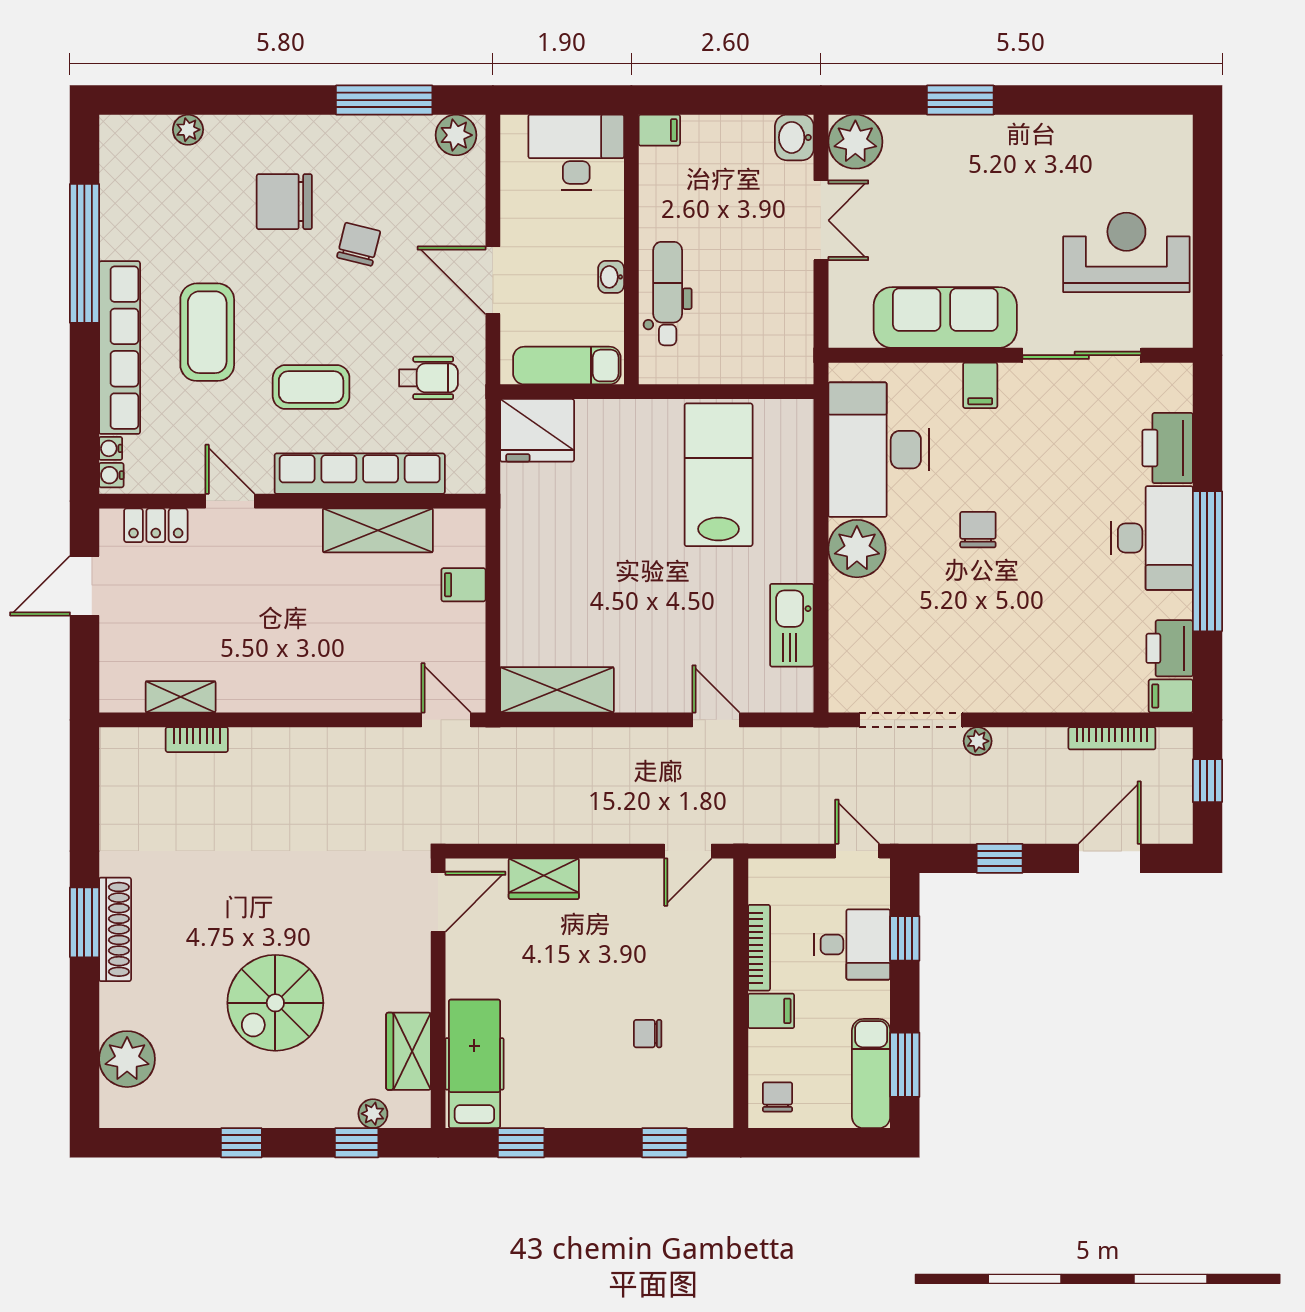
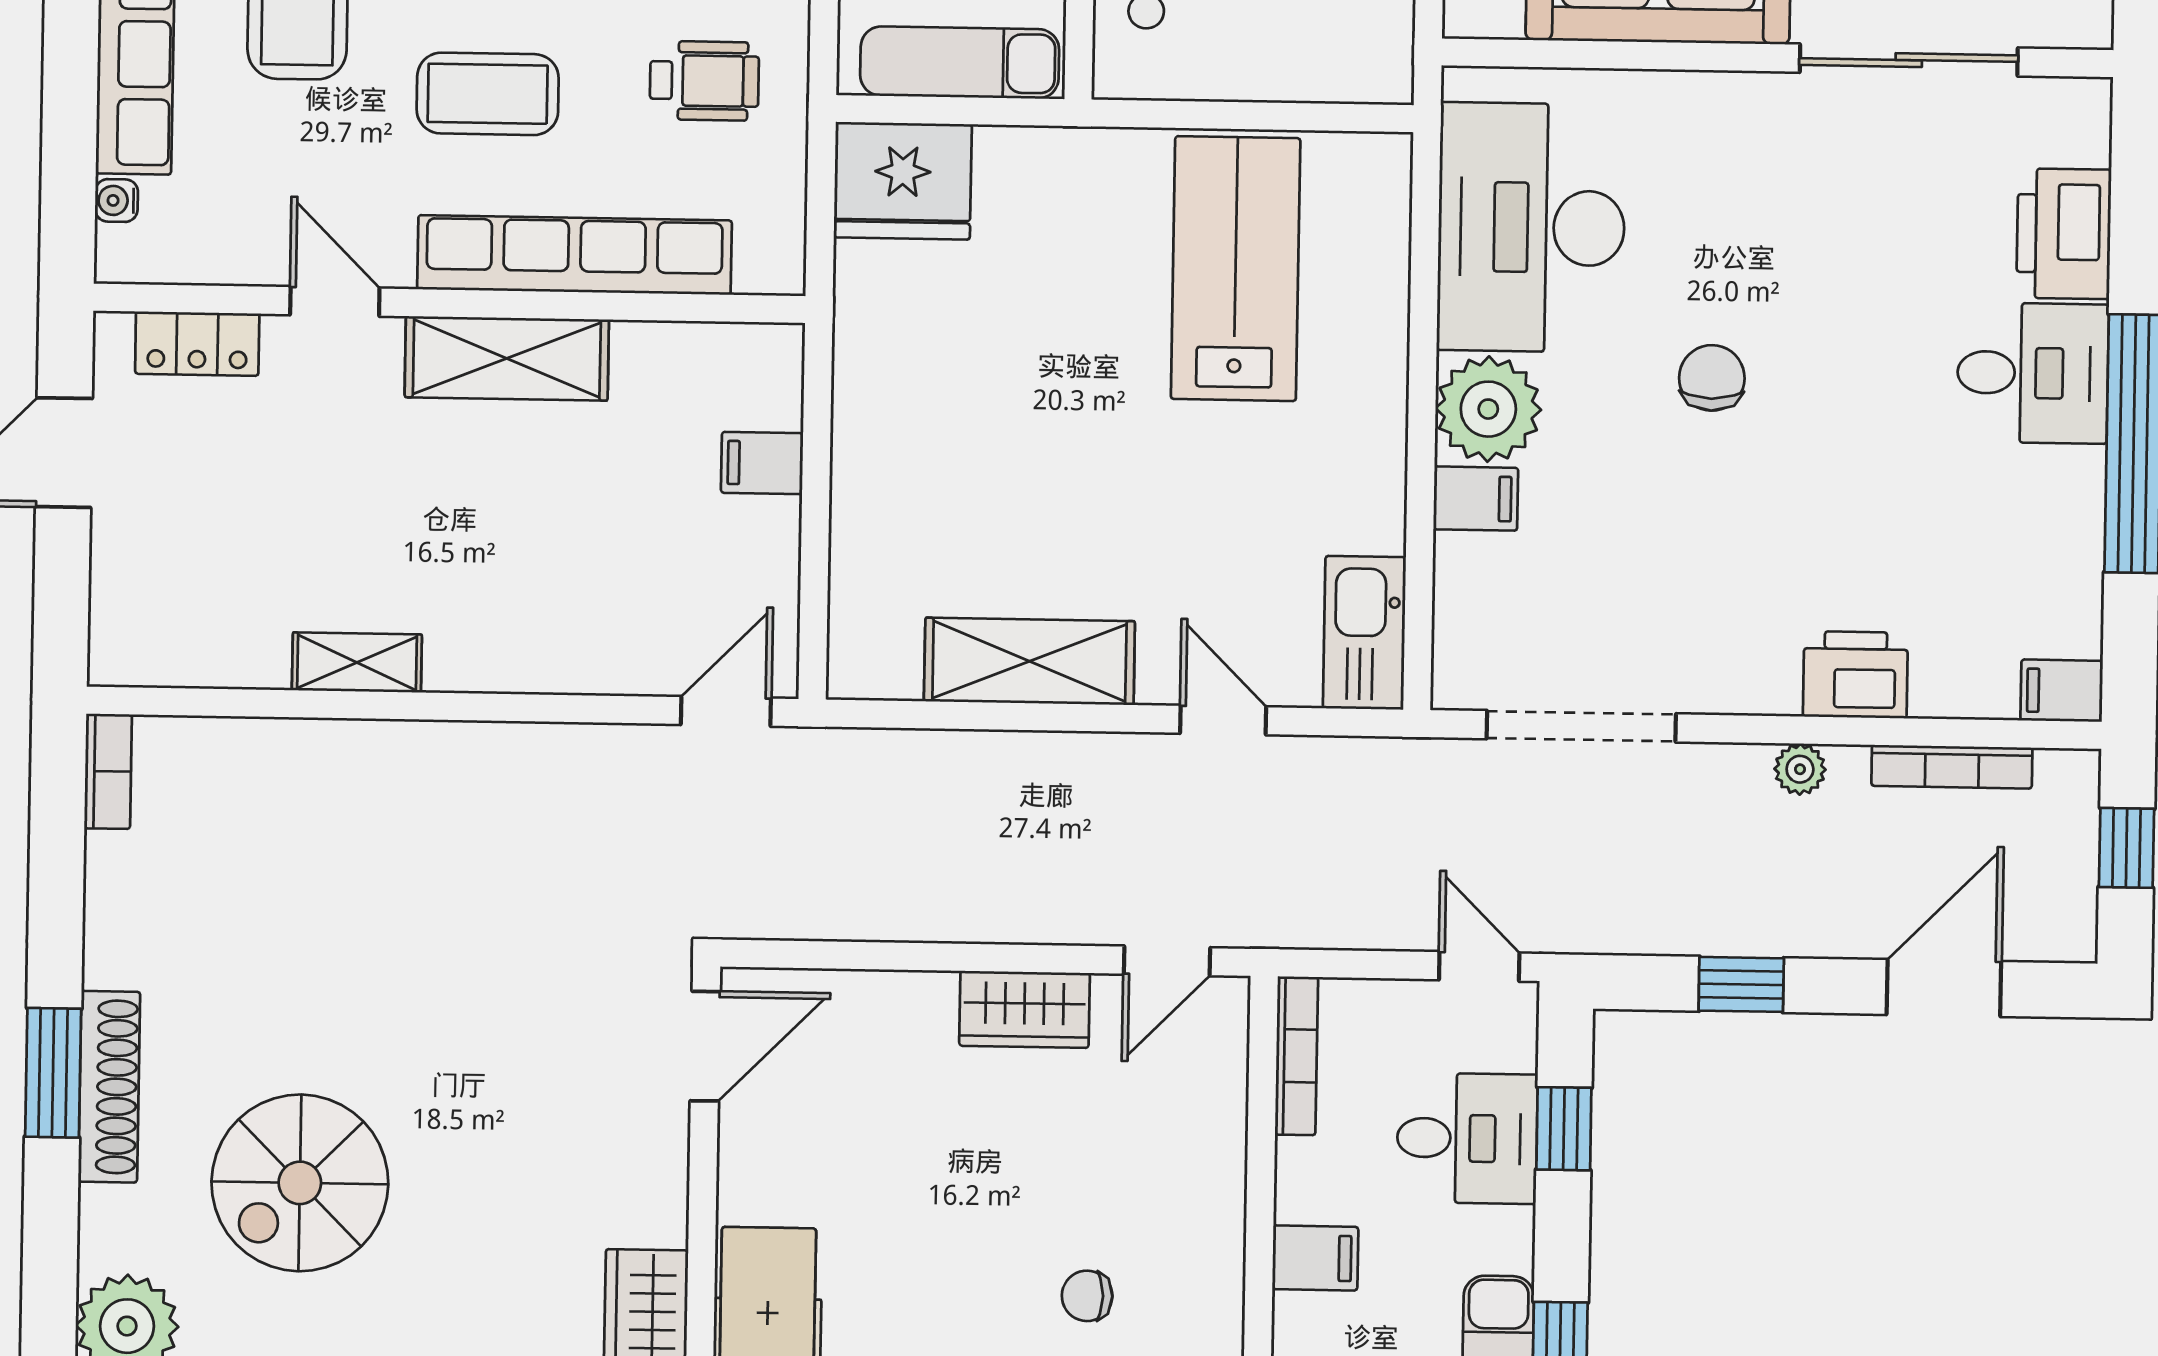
filing cabinet: (980, 385) -> (1476, 499), moved, turned -90
water cooler: (111, 475) -> (117, 250), removed
shelving: (378, 530) -> (507, 358), moved
desk: (1152, 538) -> (2033, 373), width x0.73
kitchen sink: (792, 625) -> (1364, 633), moved
printer: (1170, 648) -> (1855, 675), moved, turned 90
shelving: (557, 690) -> (1029, 661), moved
shelving: (181, 697) -> (357, 662), moved
door: (446, 720) -> (726, 711), hinge flipped
bookcase: (197, 740) -> (108, 771), moved, turned -90
plant: (978, 741) -> (1800, 769), moved
wardrobe: (544, 879) -> (1025, 1009), moved
bookcase: (759, 948) -> (1297, 1056), moved
spiral stairs: (275, 1003) -> (300, 1183), moved

